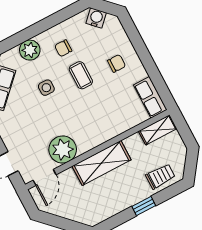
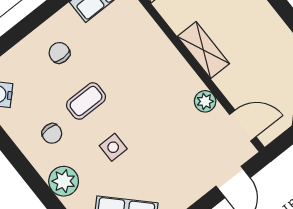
plant: (63, 150) -> (205, 101), width x0.53, depth x0.53
shelving: (102, 163) -> (203, 50), width x0.67, depth x0.75

